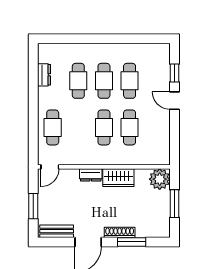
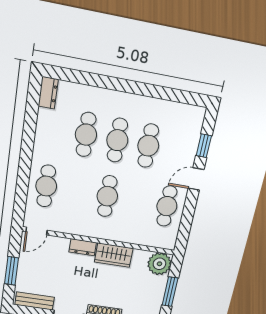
dresser: (44, 75) -> (48, 93), moved
door: (175, 101) -> (196, 179), hinge flipped
cafe table: (130, 127) -> (167, 206), moved

